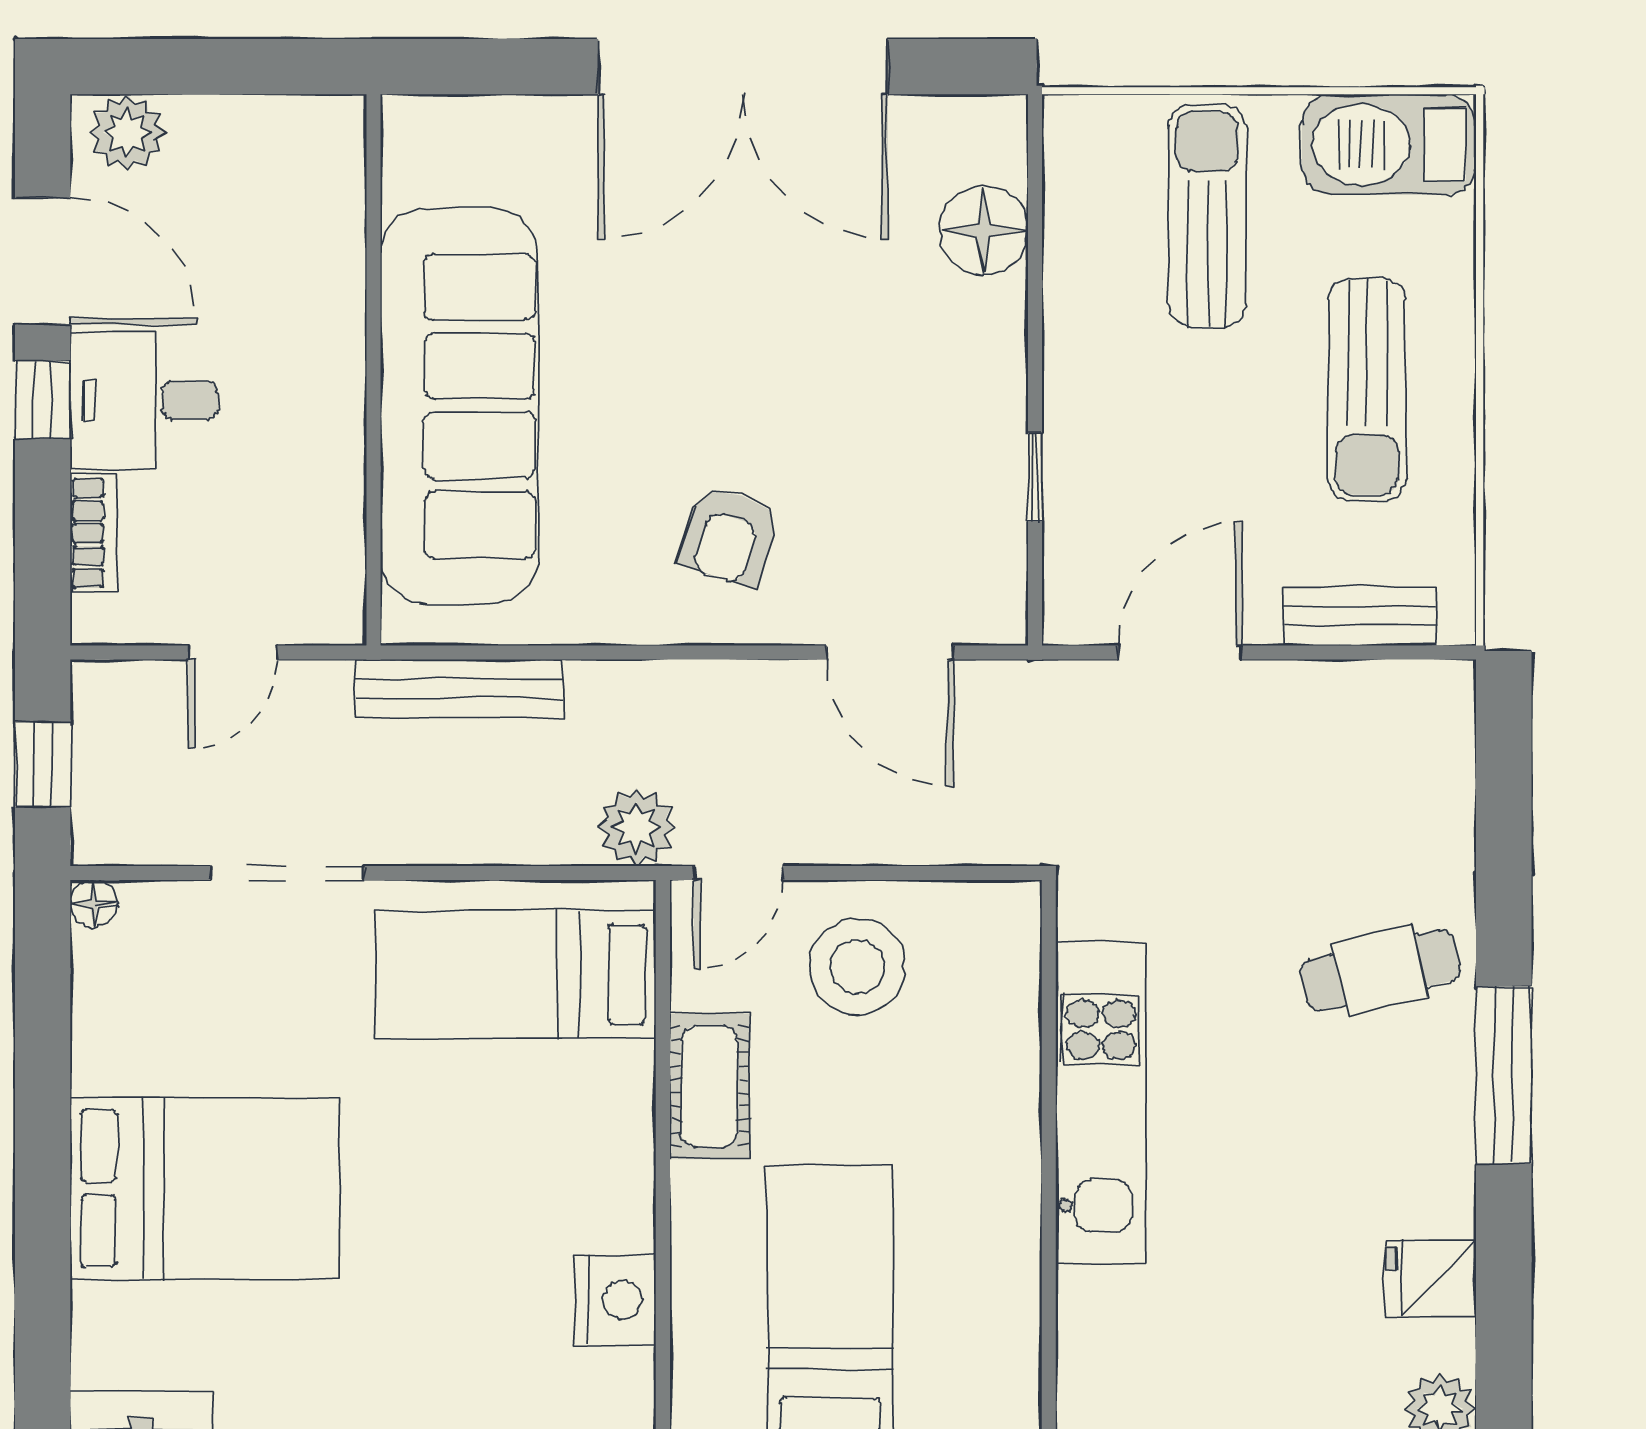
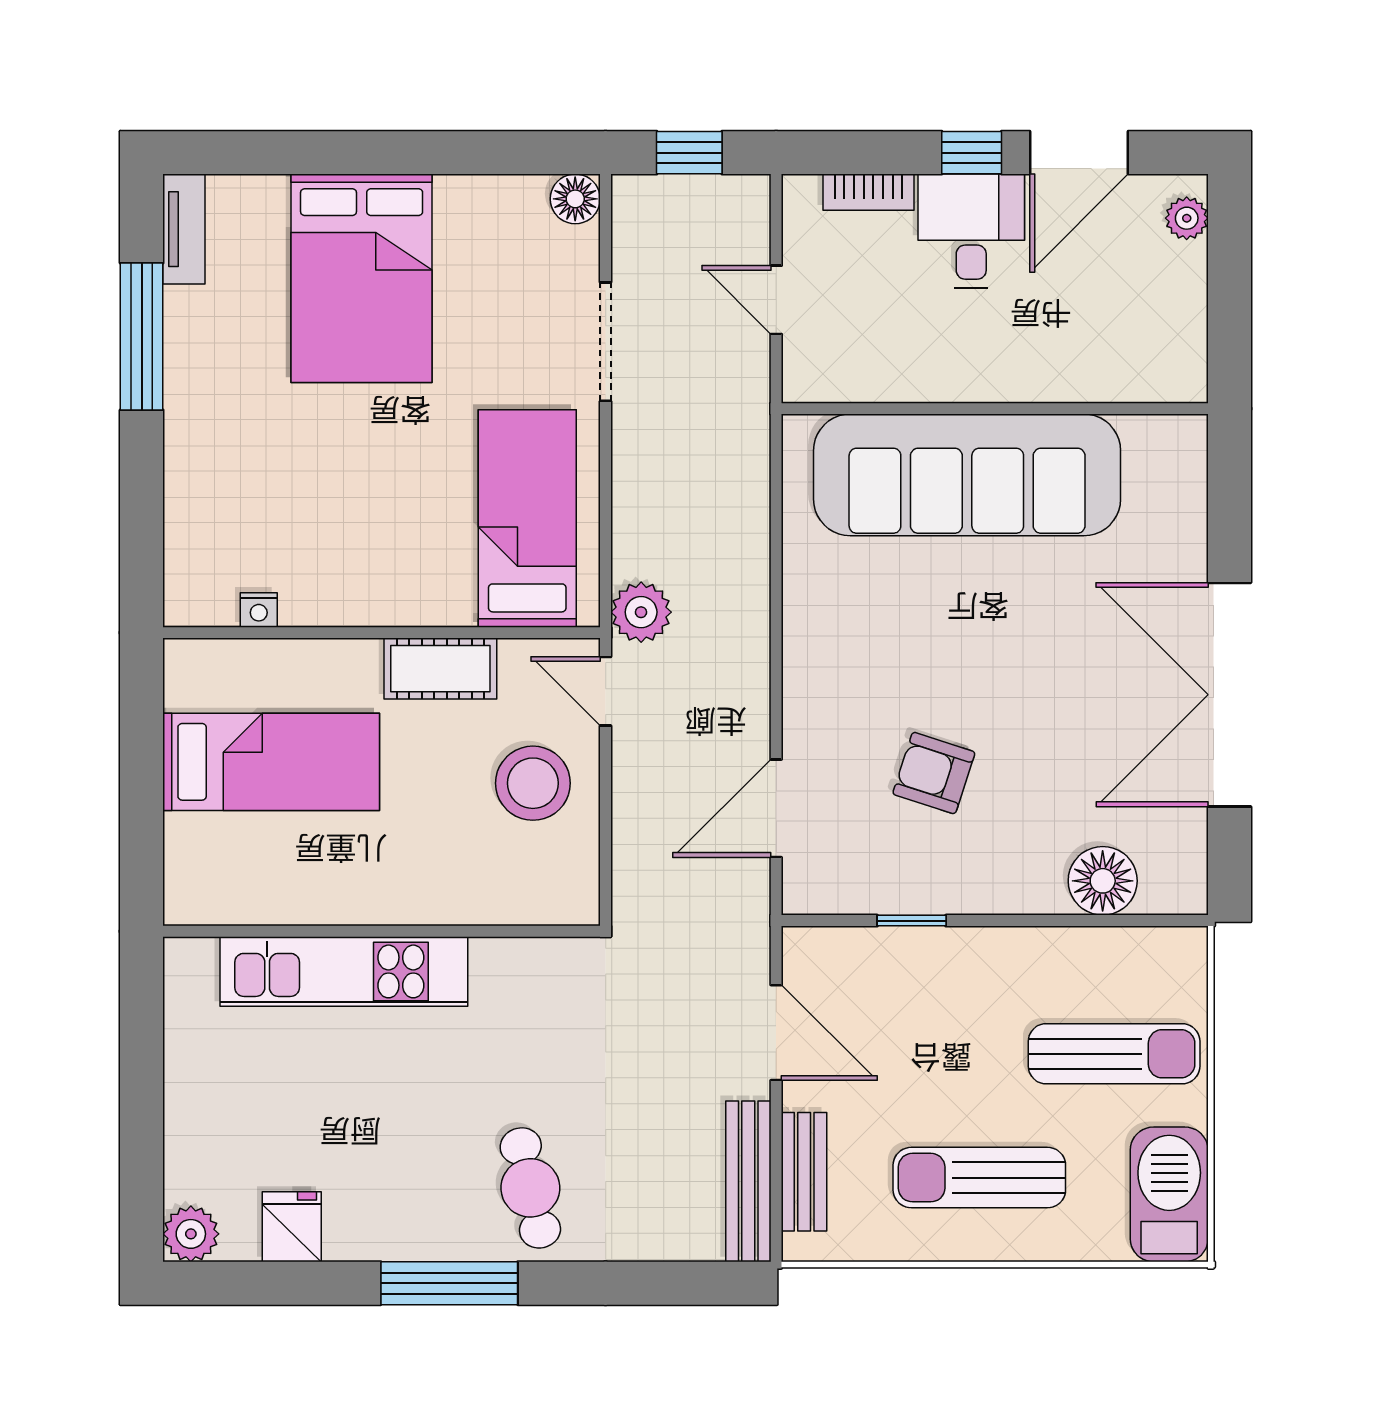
plant: (127, 132) -> (1187, 218), width x0.73, depth x0.73
armchair: (729, 536) -> (934, 773), moved
bench: (459, 688) -> (748, 1181), moved
floor lamp: (94, 903) -> (575, 199), width x1.37, depth x1.37
kitchen unit: (1101, 1103) -> (344, 971), moved
nightstand: (616, 1300) -> (259, 610), width x0.53, depth x0.56

